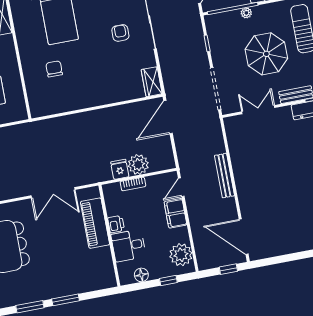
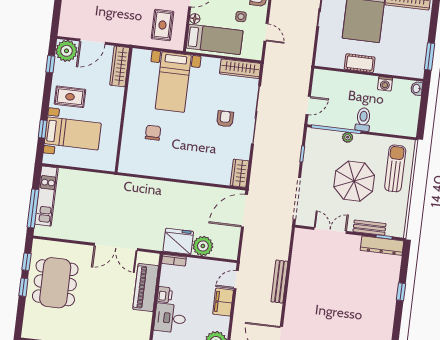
fridge: (120, 169) -> (178, 241), width x1.88, depth x1.34
bookcase: (133, 184) -> (174, 260), moved

